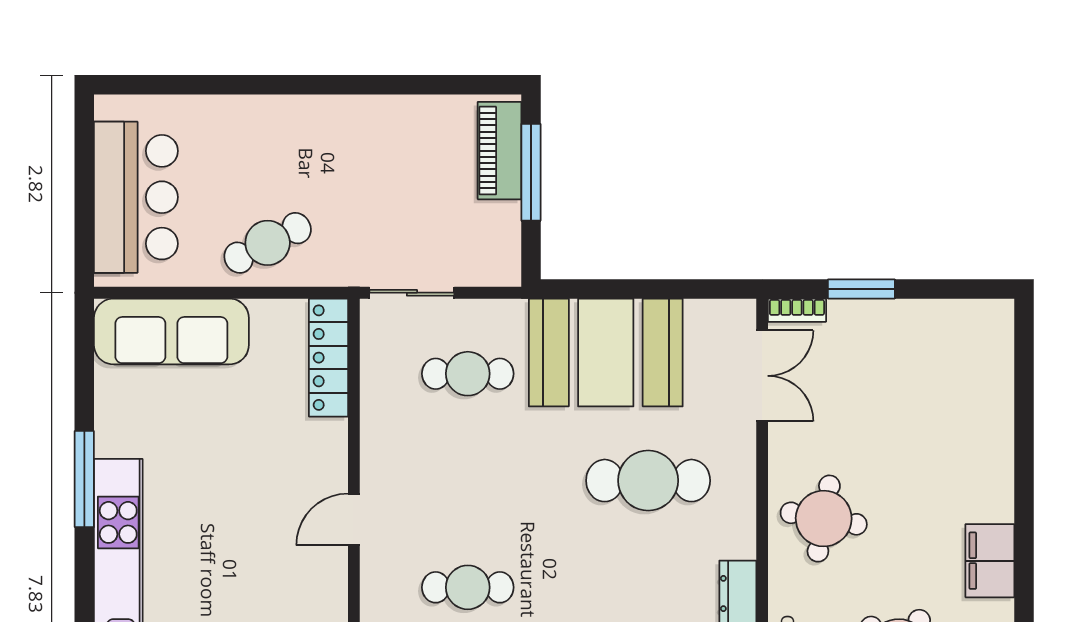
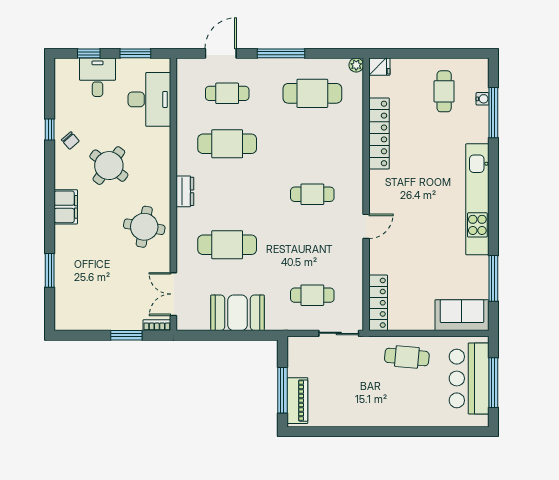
window: (84, 189) -> (493, 383), added
cafe table: (268, 243) -> (407, 357), turned 32
sofa: (171, 331) -> (462, 315), width x0.73
booth: (606, 352) -> (238, 313), width x0.73, depth x0.70
window: (1024, 426) -> (50, 270), added
window: (84, 479) -> (493, 278), moved

